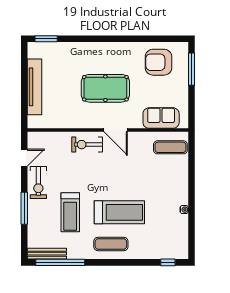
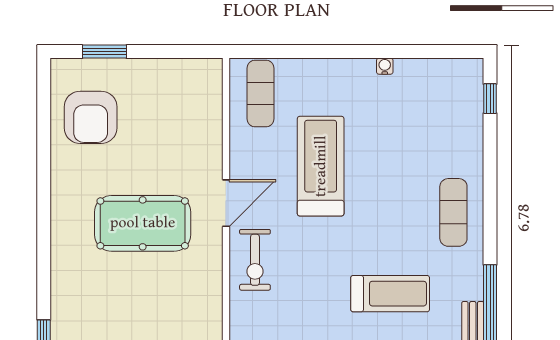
window: (191, 69) -> (104, 52), width x0.69
pool table: (105, 88) -> (143, 223), turned 90
sofa: (161, 118) -> (202, 112), removed
treadmill: (119, 212) -> (321, 166), moved

